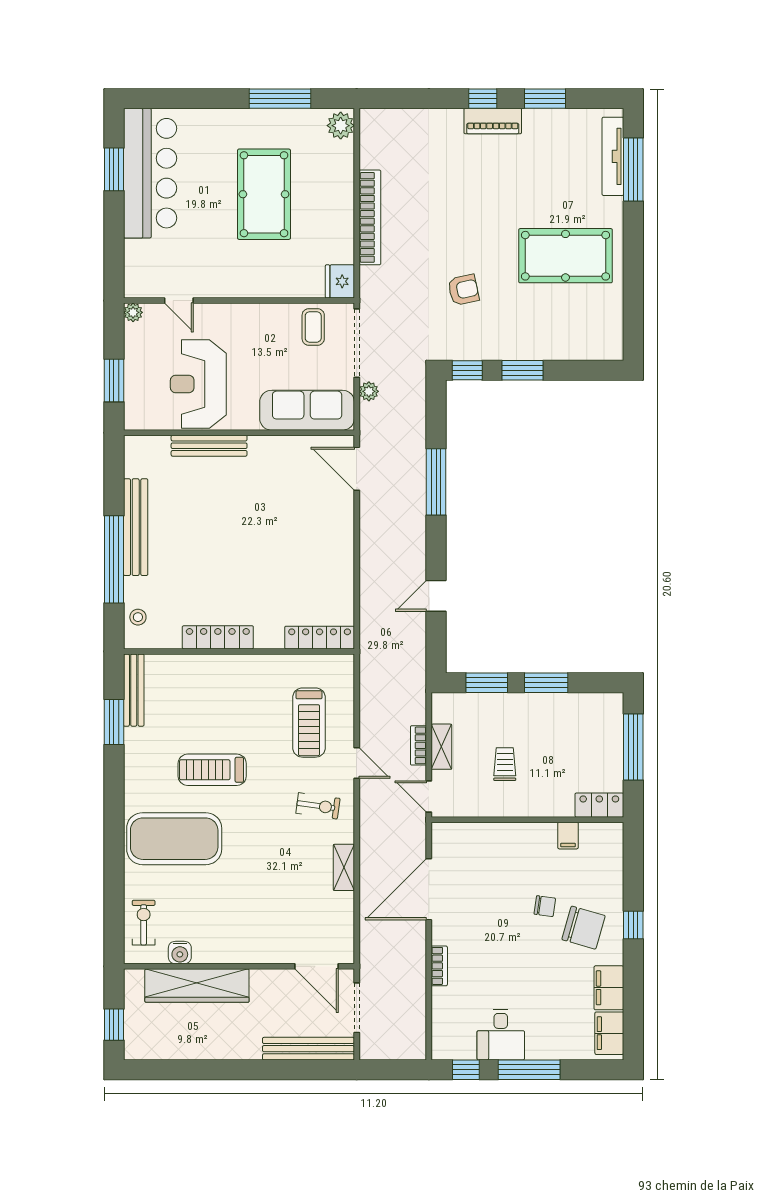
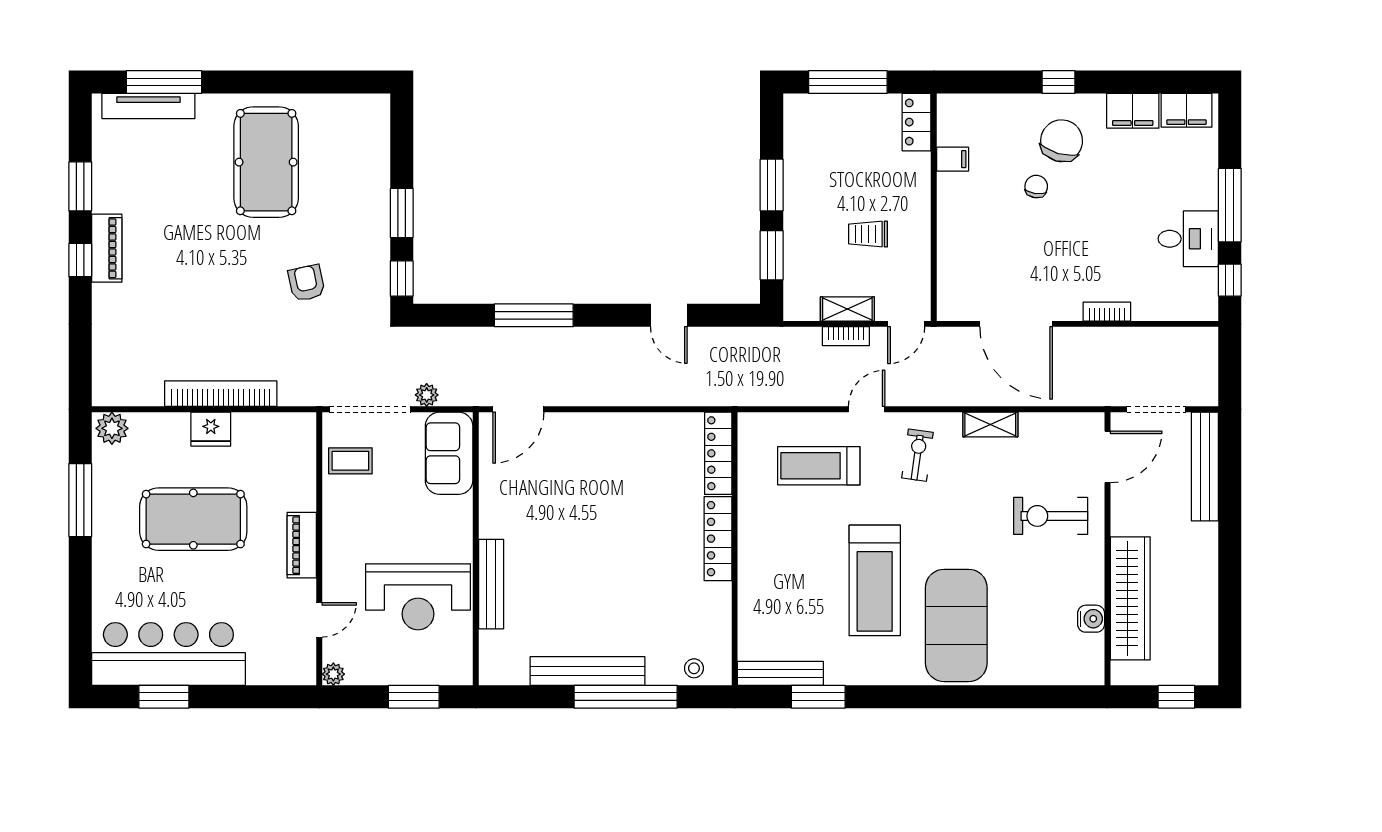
fridge: (340, 281) -> (211, 429), moved
piano: (242, 286) -> (302, 545), added
sofa: (307, 410) -> (449, 453), width x0.73
locker: (218, 637) -> (718, 539), moved
treadmill: (309, 723) -> (819, 466), turned 180
treadmill: (212, 770) -> (875, 580), width x1.37, depth x1.38
exercise bike: (144, 923) -> (1051, 516), moved, width x1.38, depth x1.39

